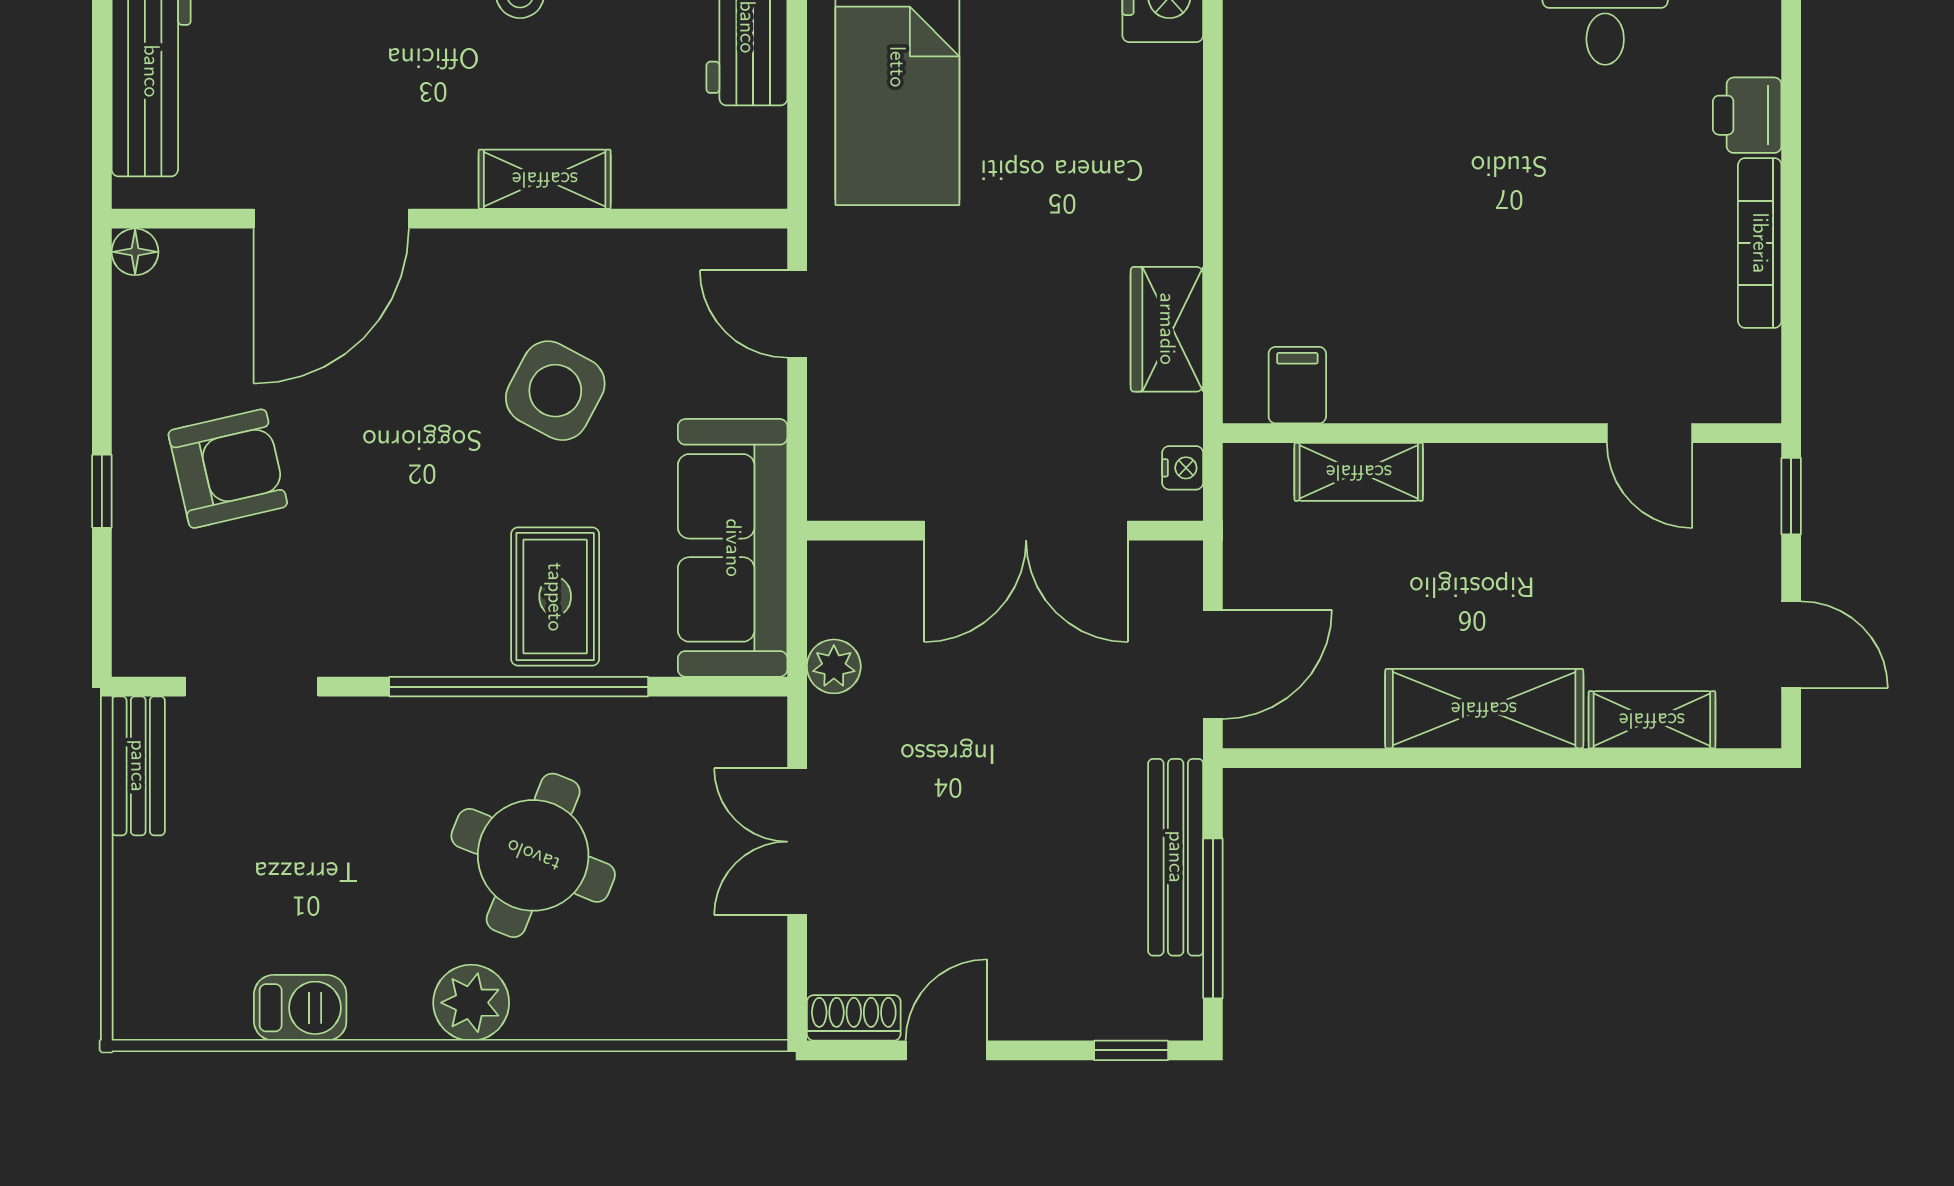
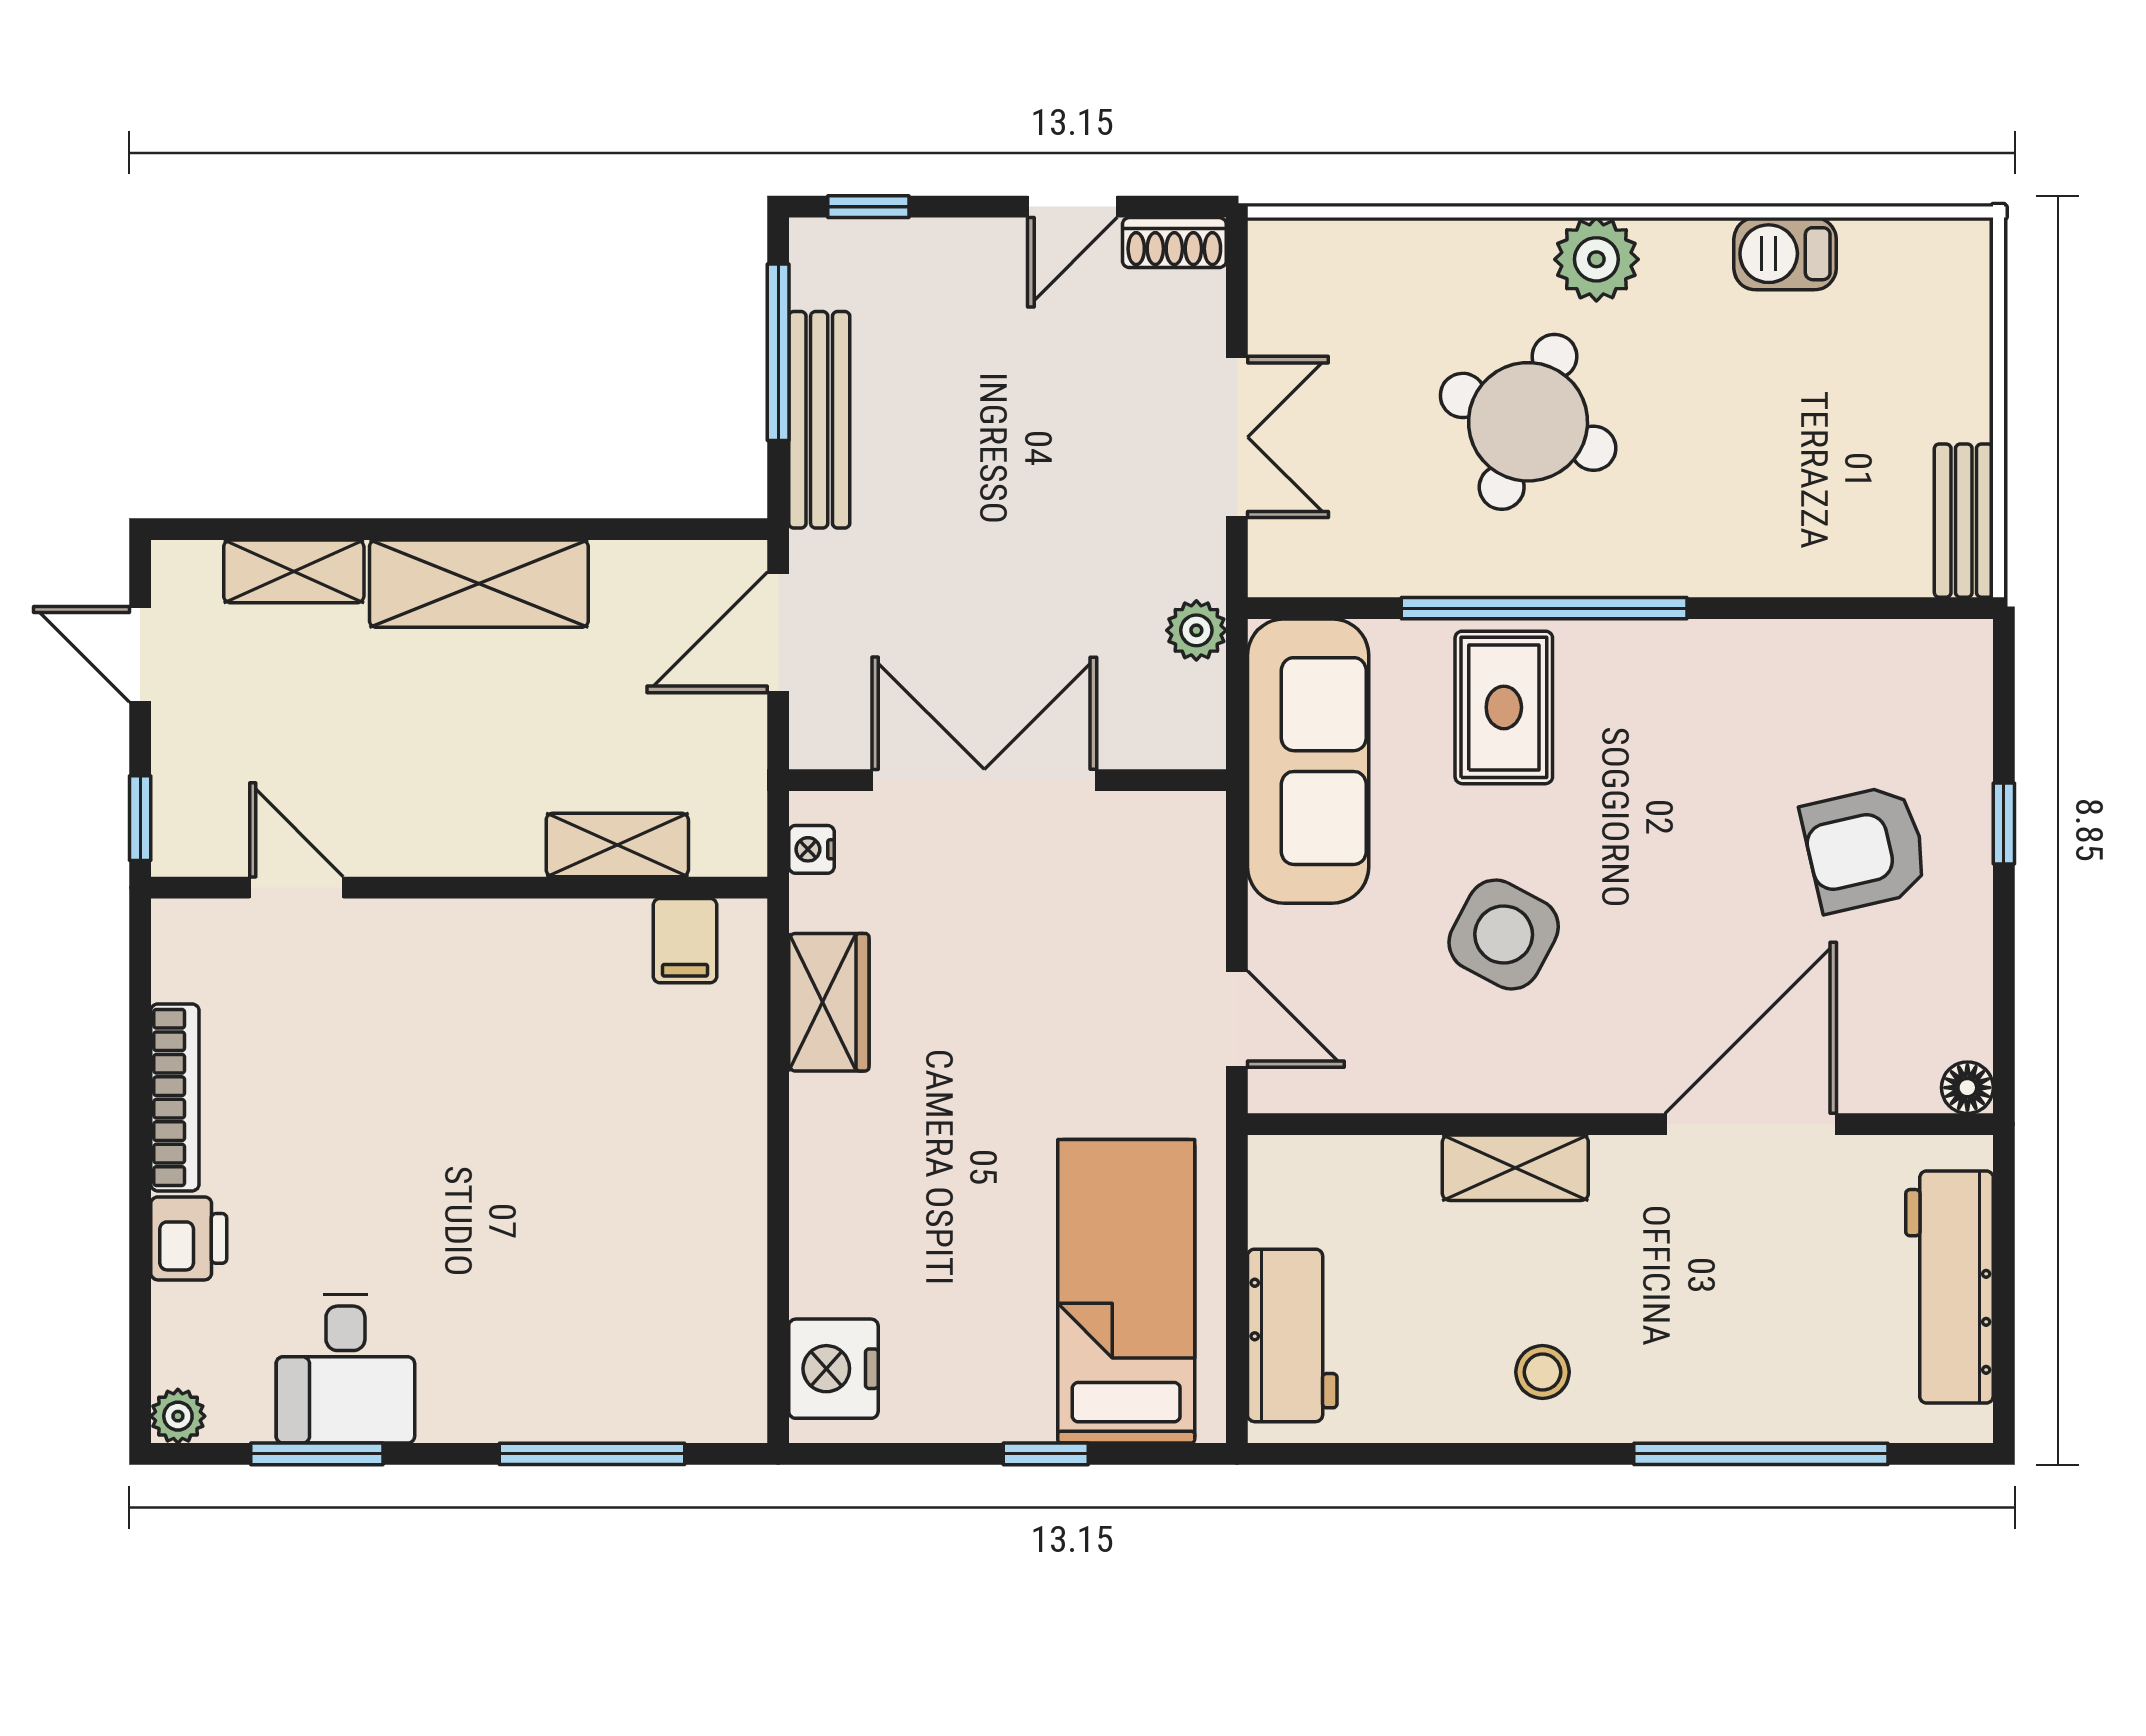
doorway: (252, 687) -> (1839, 608), removed

